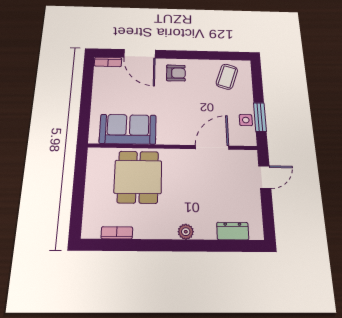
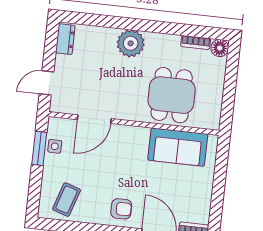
armchair: (176, 73) -> (121, 209), turned 180
floor lamp: (91, 229) -> (220, 48), added
dresser: (233, 231) -> (65, 39), moved, turned -90
plant: (186, 232) -> (131, 43), width x1.88, depth x1.88

